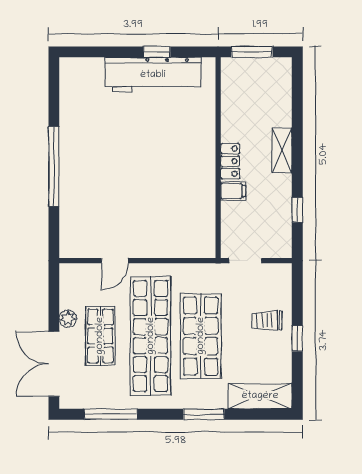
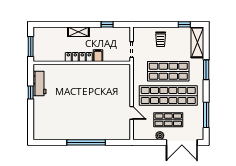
workbench: (153, 75) -> (40, 84), width x0.53, depth x0.76
locker: (230, 161) -> (79, 57), width x1.53
window: (297, 338) -> (184, 24), moved

